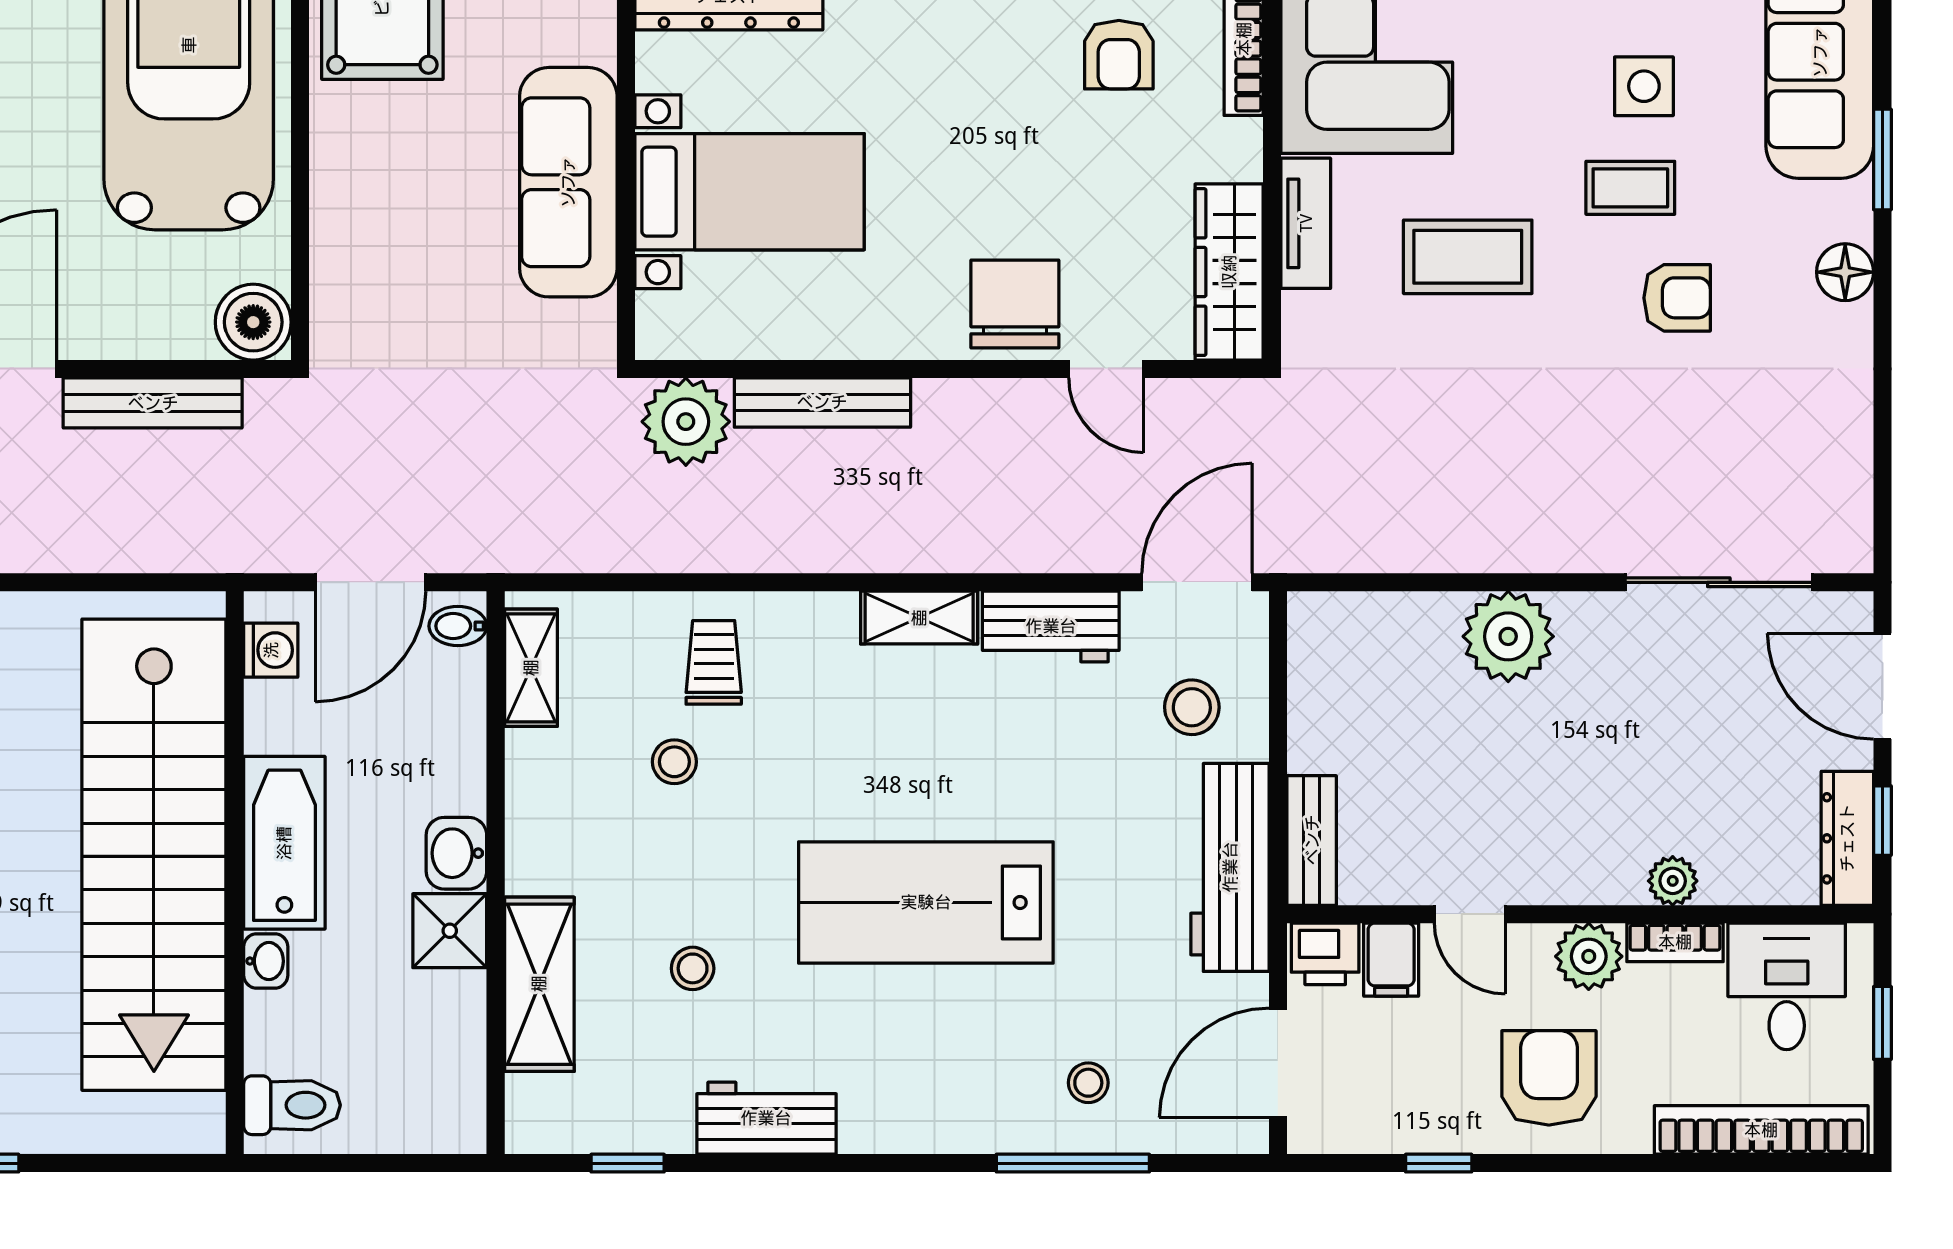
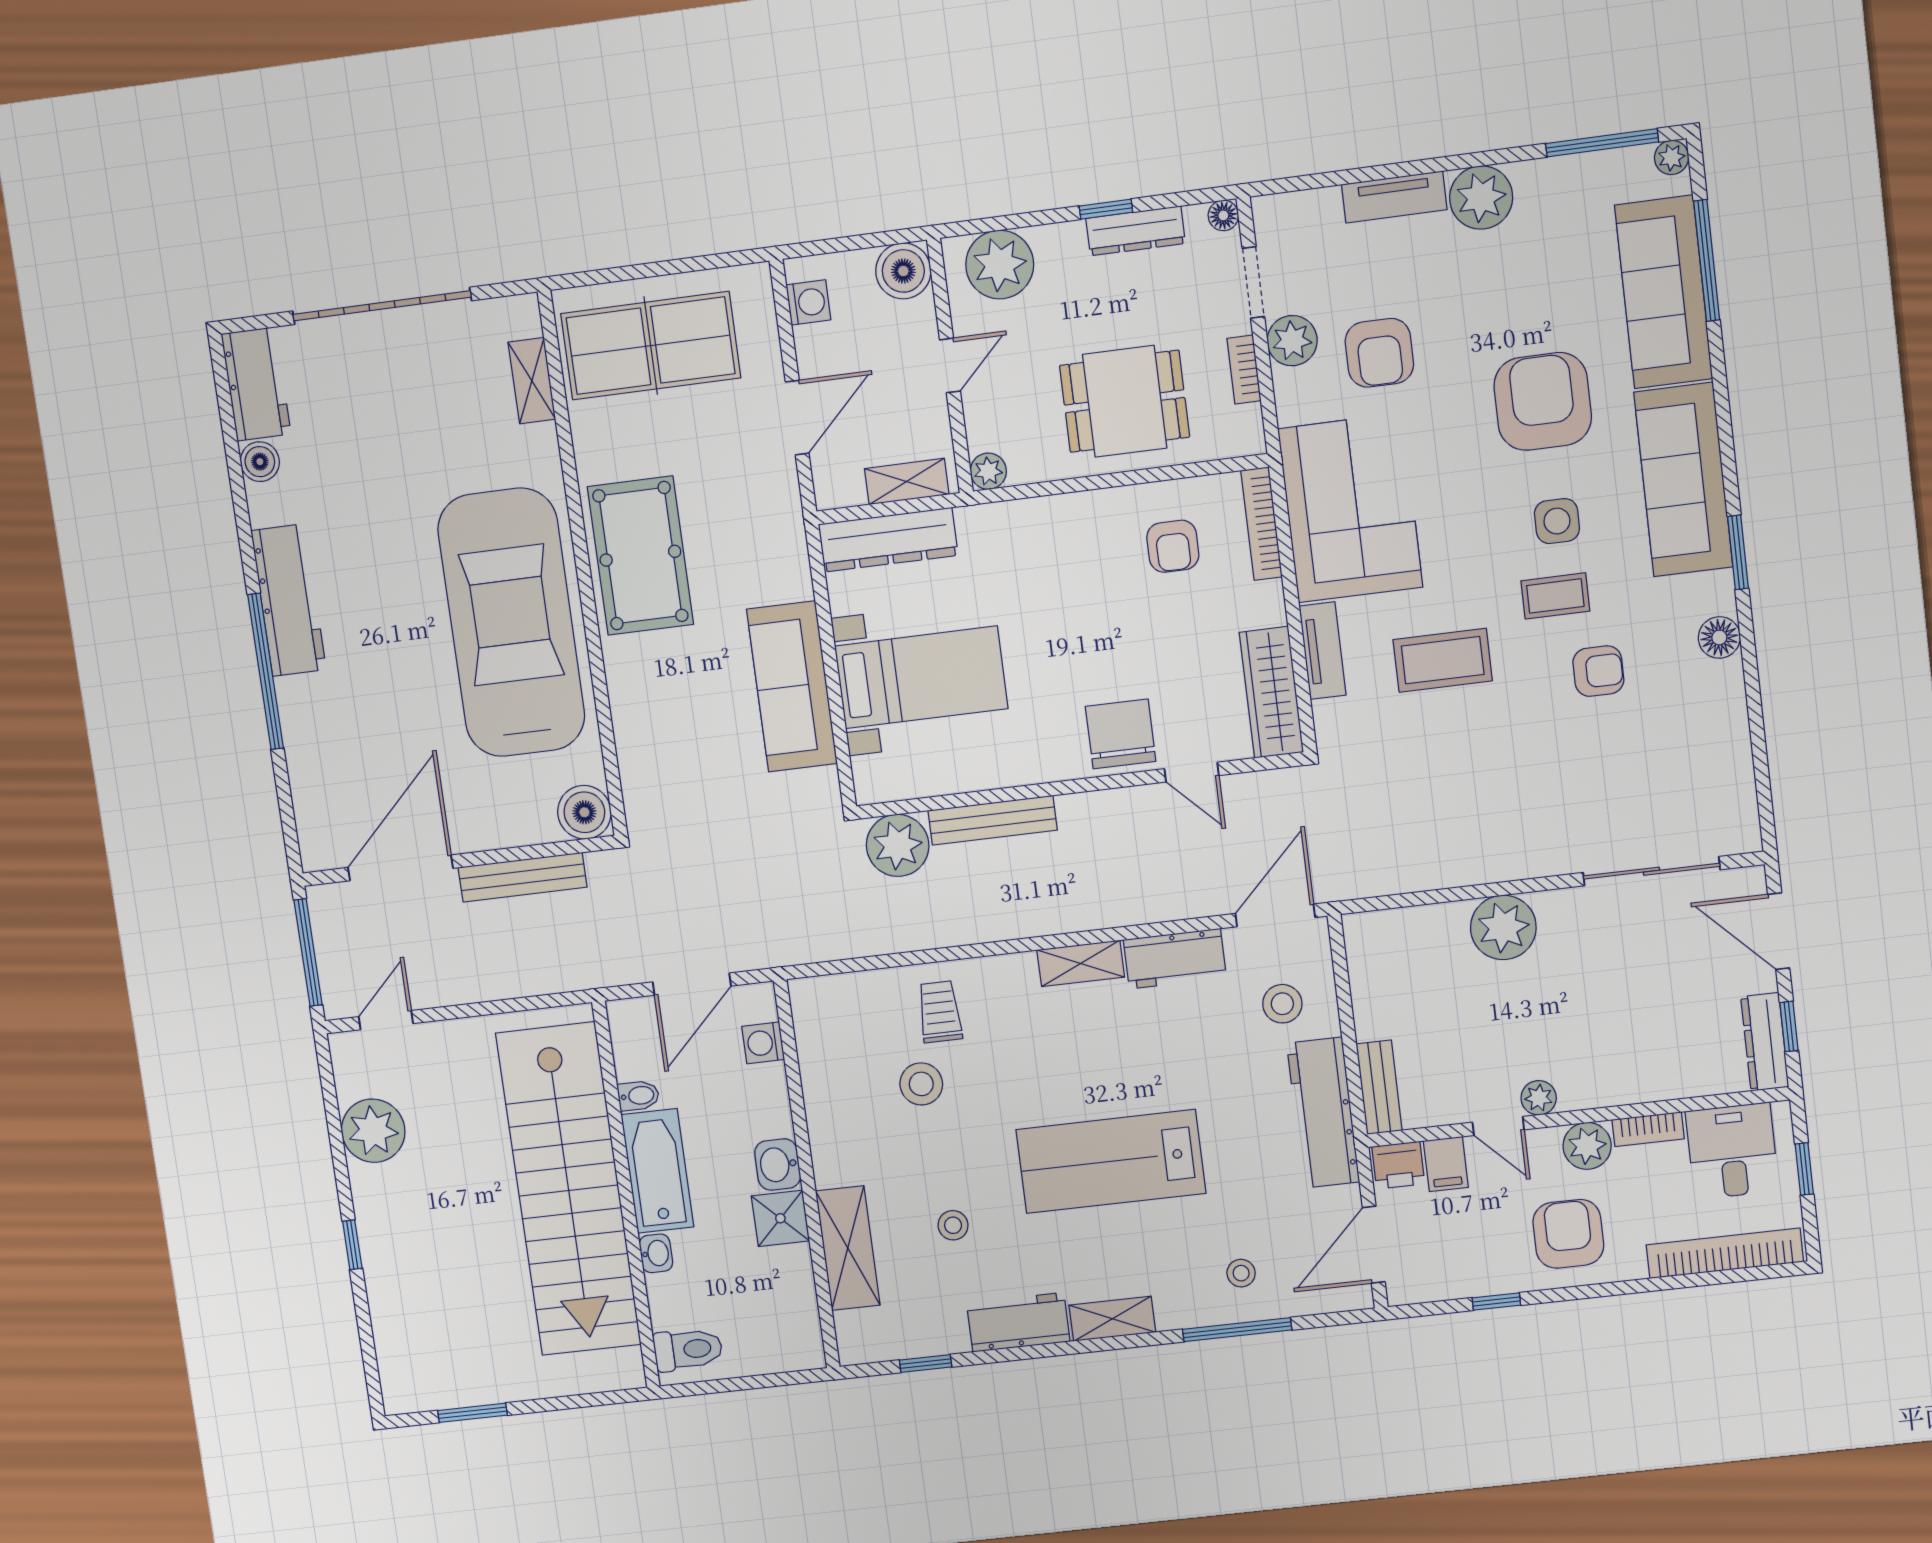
bidet: (458, 626) -> (638, 1096), moved, turned 180
washing machine: (271, 650) -> (763, 1043), moved, turned 180
shelving: (531, 668) -> (1112, 1319), moved, turned 90
stool: (674, 762) -> (921, 1084), width x1.37, depth x1.37
plant: (1673, 881) -> (1539, 1098), moved

